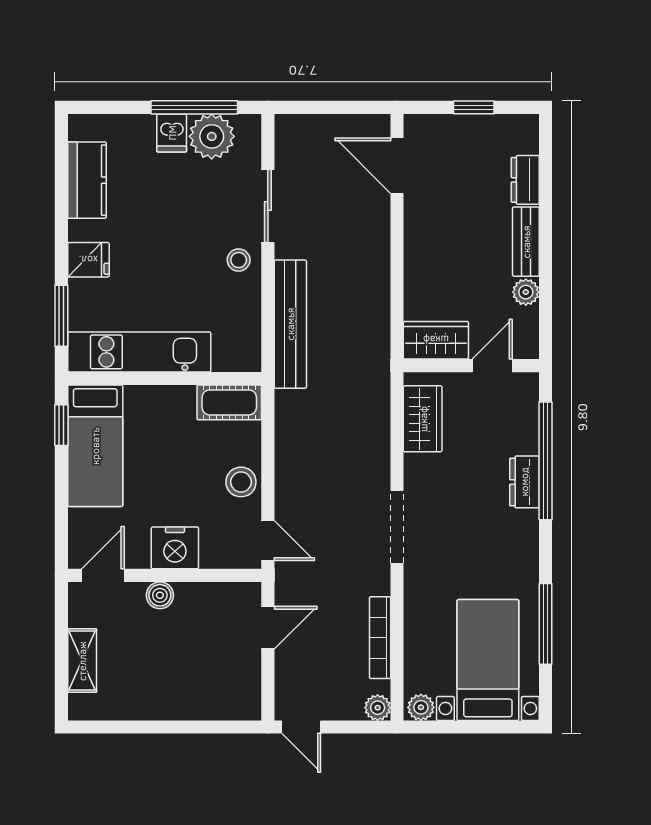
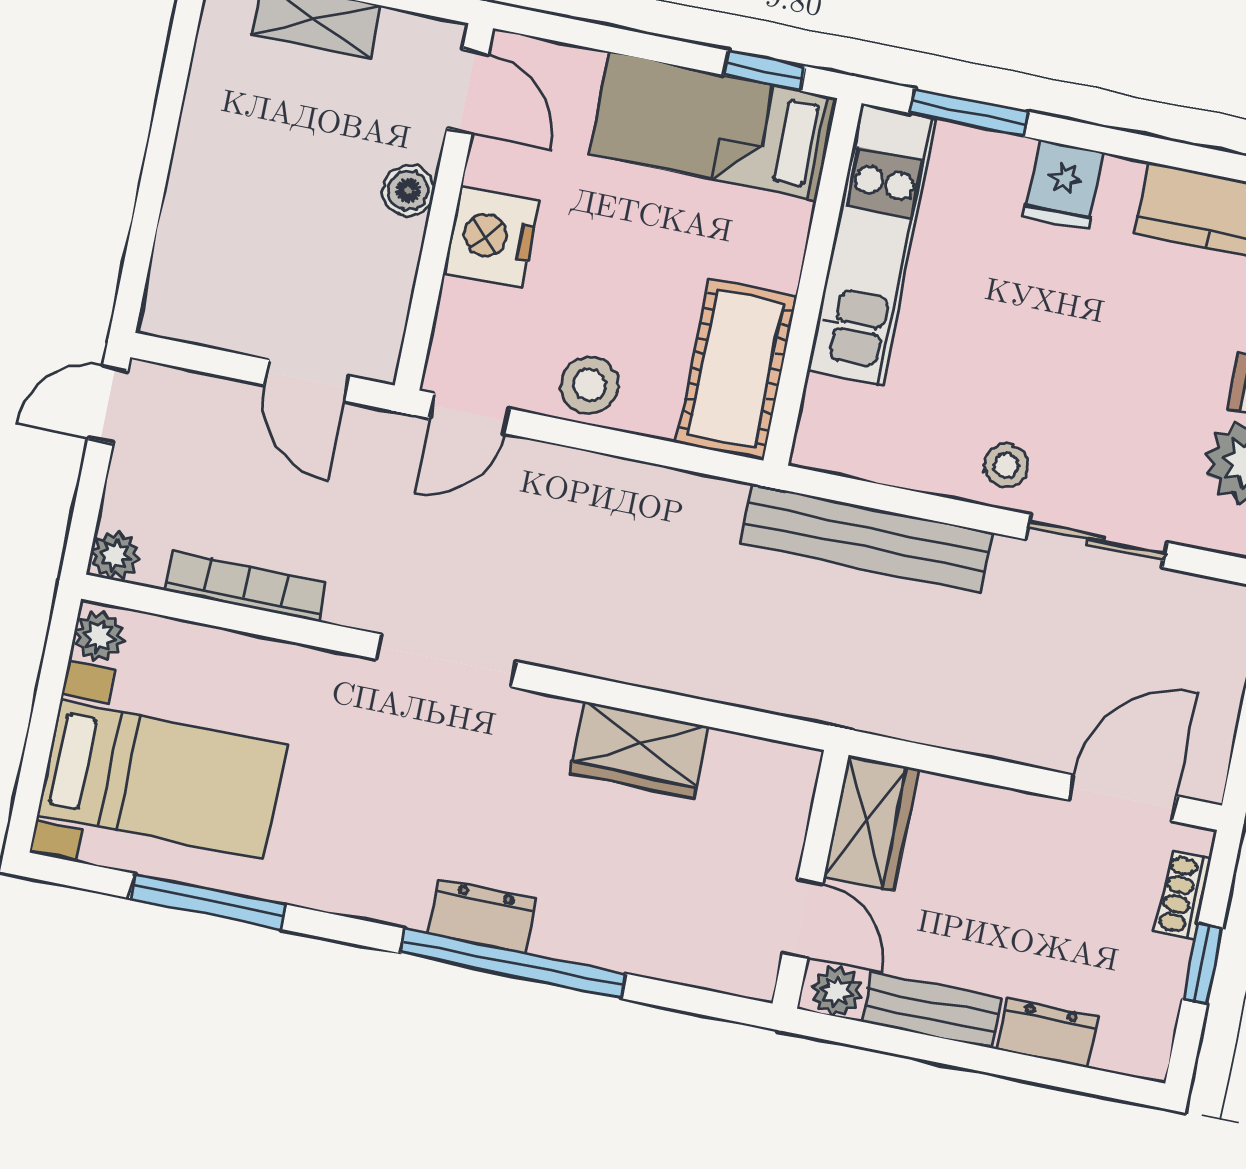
shoe rack: (441, 124) -> (1183, 895), added
wardrobe: (436, 340) -> (871, 823), moved
wall: (471, 366) -> (811, 879), moved
door: (492, 366) -> (803, 918), moved
cot: (229, 402) -> (736, 369), width x1.37, depth x1.34

